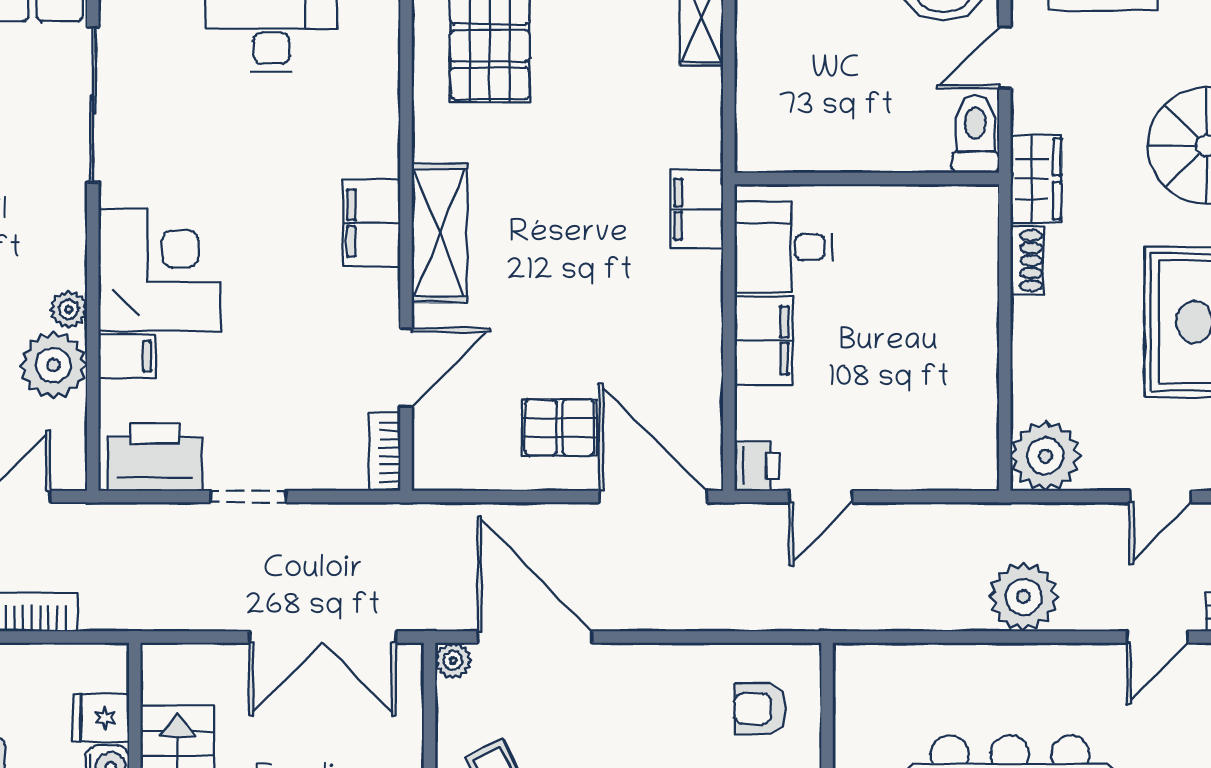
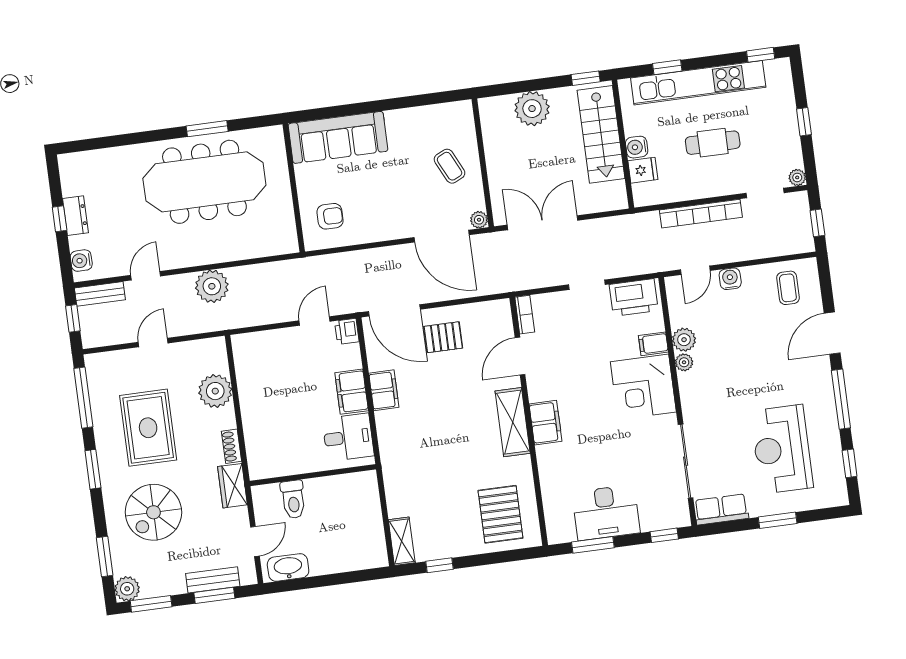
toilet: (975, 134) -> (293, 499), moved
filing cabinet: (697, 209) -> (384, 390), moved
plant: (53, 365) -> (684, 340), width x0.73, depth x0.73
plant: (1045, 456) -> (215, 391), moved

